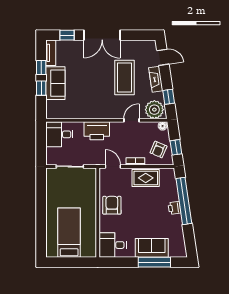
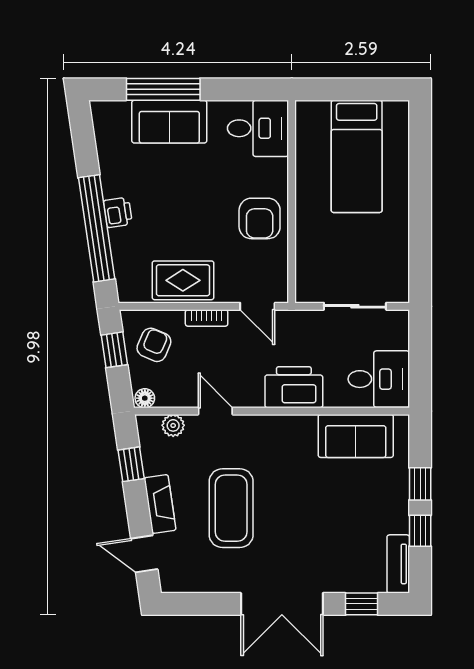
double door: (102, 35) -> (282, 604), swing flipped
sofa: (55, 83) -> (356, 436), moved, turned -90
plant: (154, 110) -> (173, 425), width x0.53, depth x0.53
door: (131, 120) -> (215, 411), swing flipped

